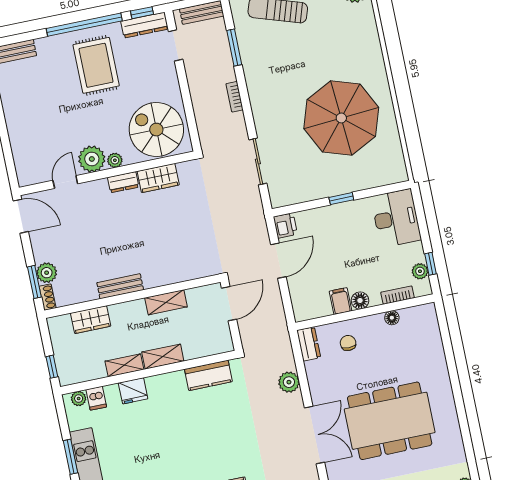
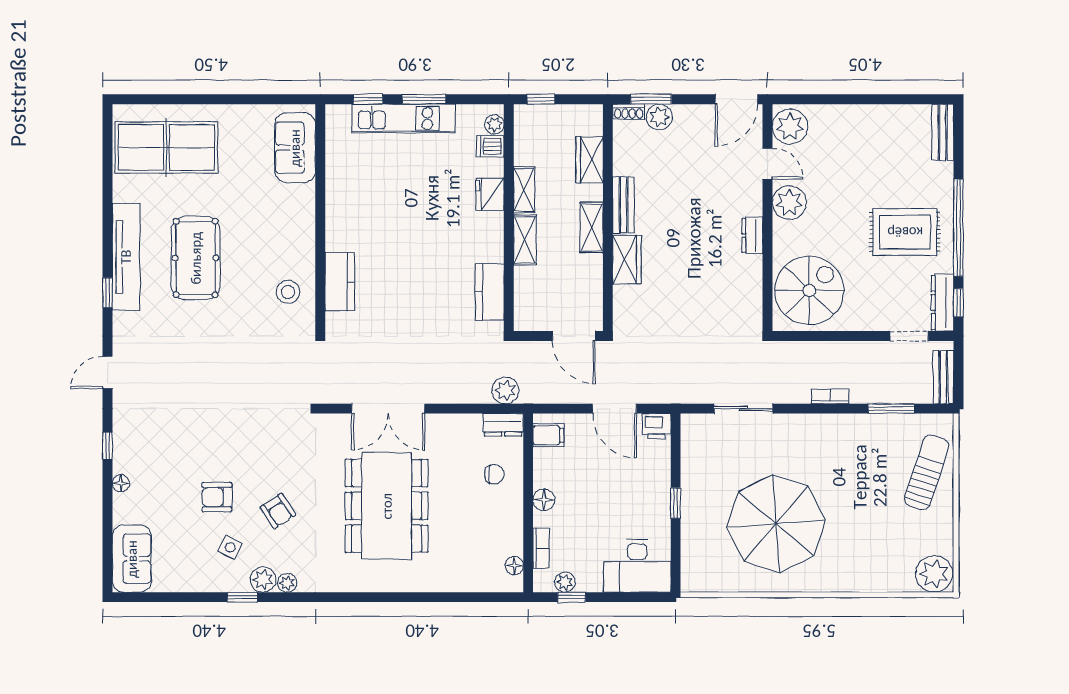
plant: (115, 160) -> (790, 127), moved, width x1.87, depth x1.87
wardrobe: (158, 178) -> (627, 260), moved, turned 180
filing cabinet: (341, 301) -> (548, 435), moved
shelving: (166, 302) -> (592, 227), moved
floor lamp: (392, 318) -> (514, 566), moved
plant: (289, 382) -> (505, 390), moved

